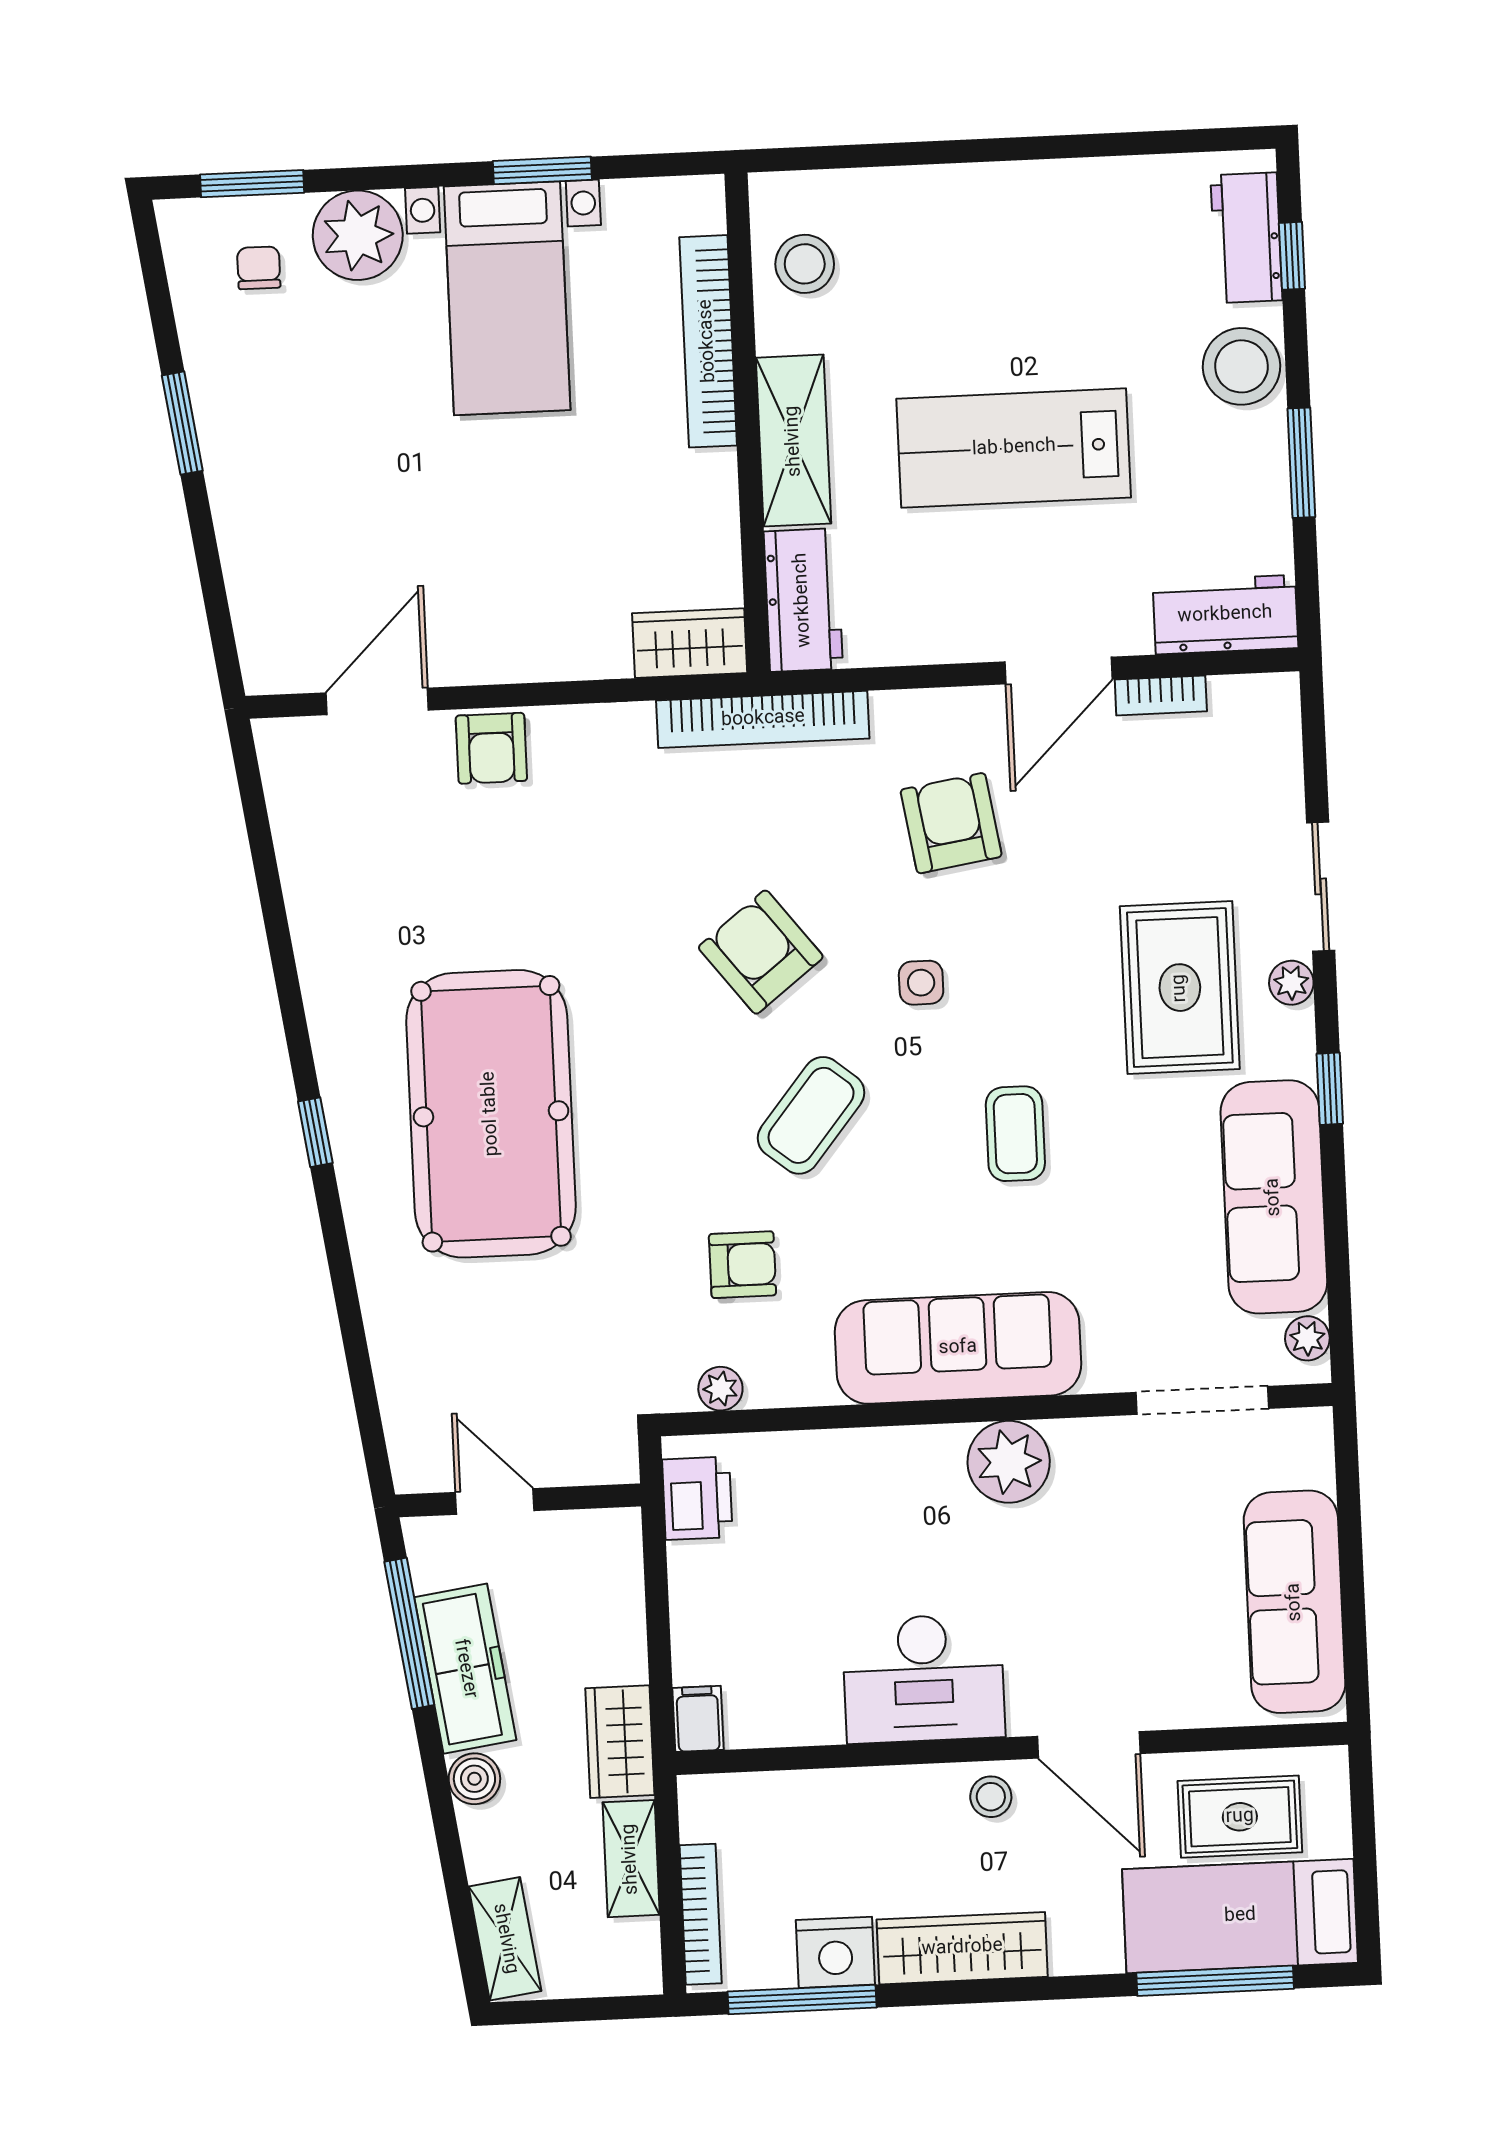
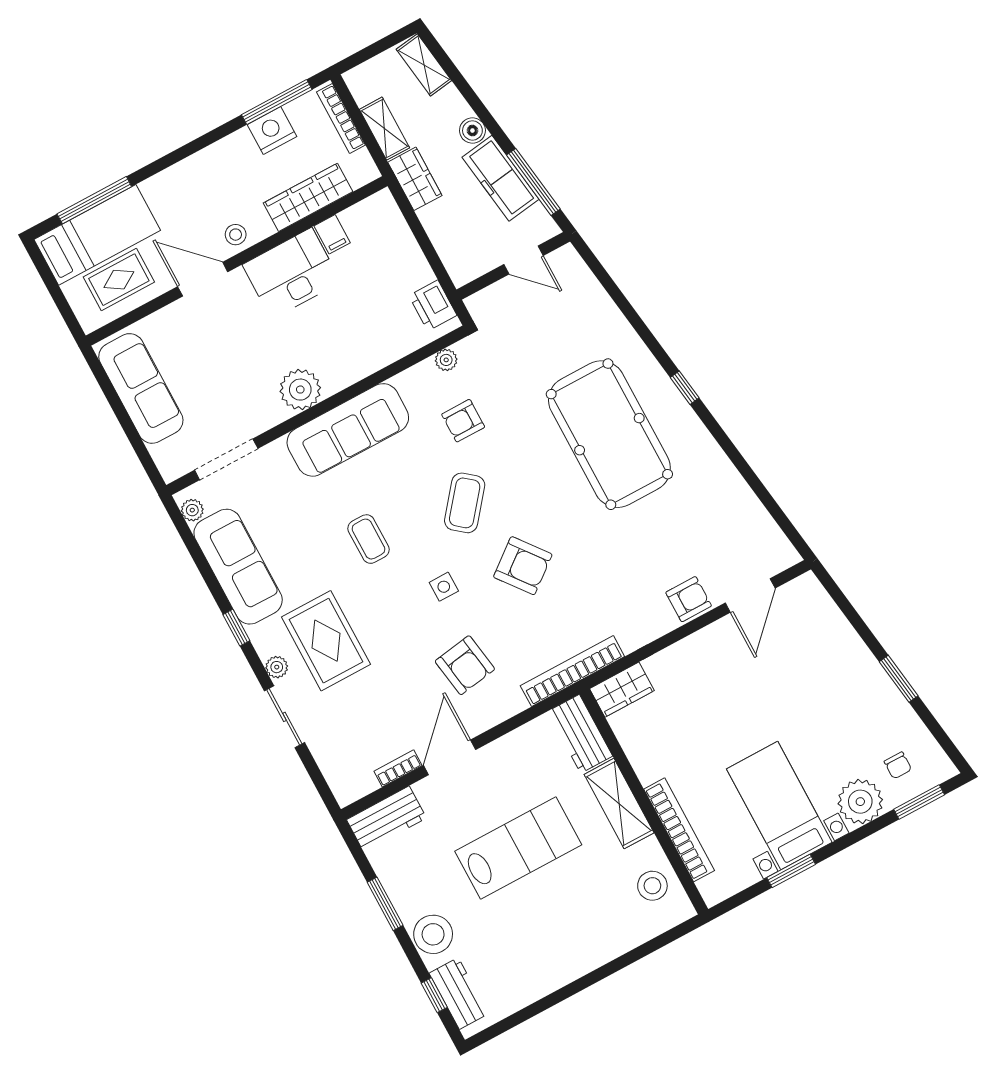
armchair: (491, 748) -> (689, 599), turned 90
filing cabinet: (698, 1719) -> (332, 234), moved
wardrobe: (962, 1948) -> (308, 197), moved, turned 180

